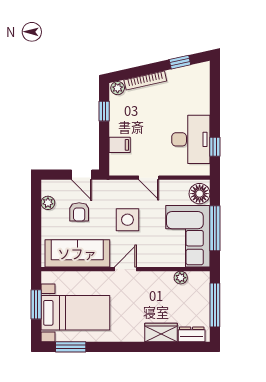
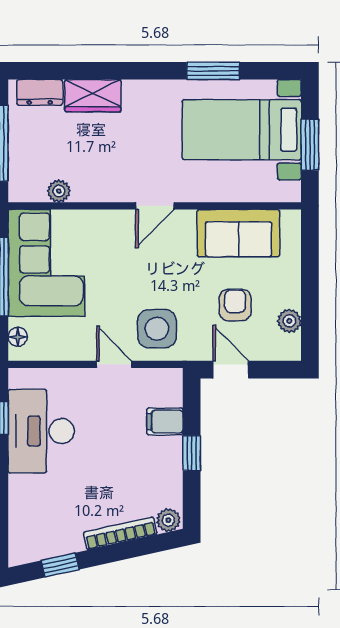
window: (104, 111) -> (192, 453), moved
floor lamp: (200, 194) -> (18, 337), width x0.53, depth x0.53
side table: (127, 220) -> (157, 329), moved
sofa: (77, 253) -> (238, 233), width x0.73
window: (71, 347) -> (213, 71), moved

